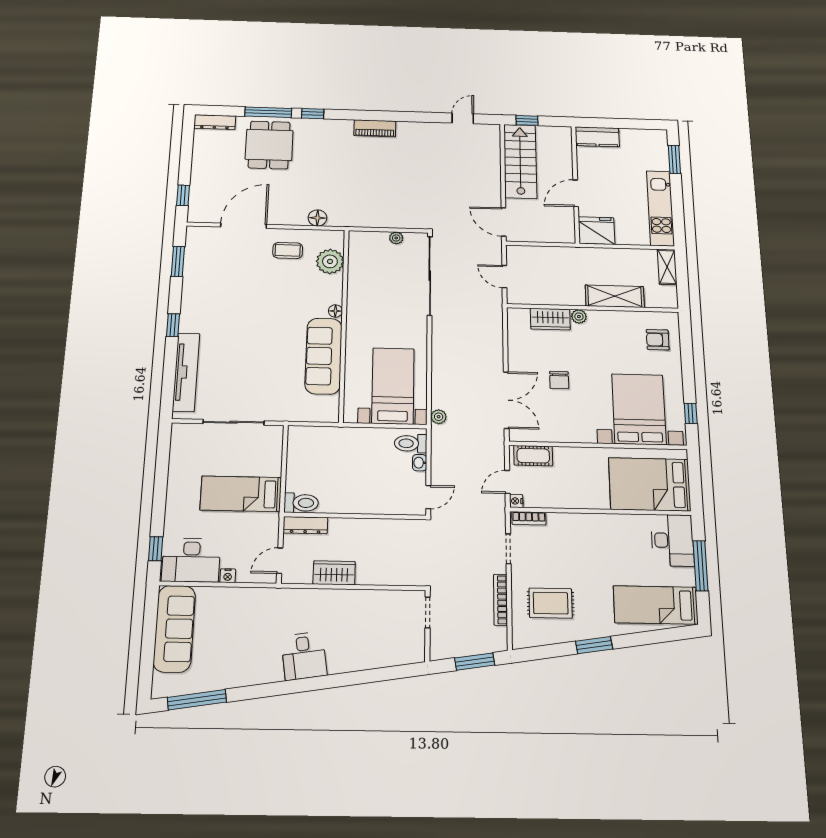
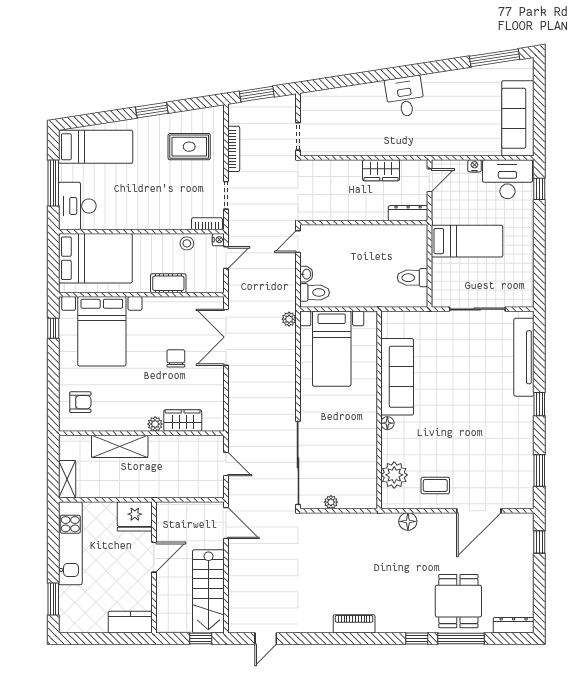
cot: (533, 456) -> (168, 283), moved
stool: (551, 498) -> (187, 243), added
toilet: (301, 503) -> (412, 278), moved

